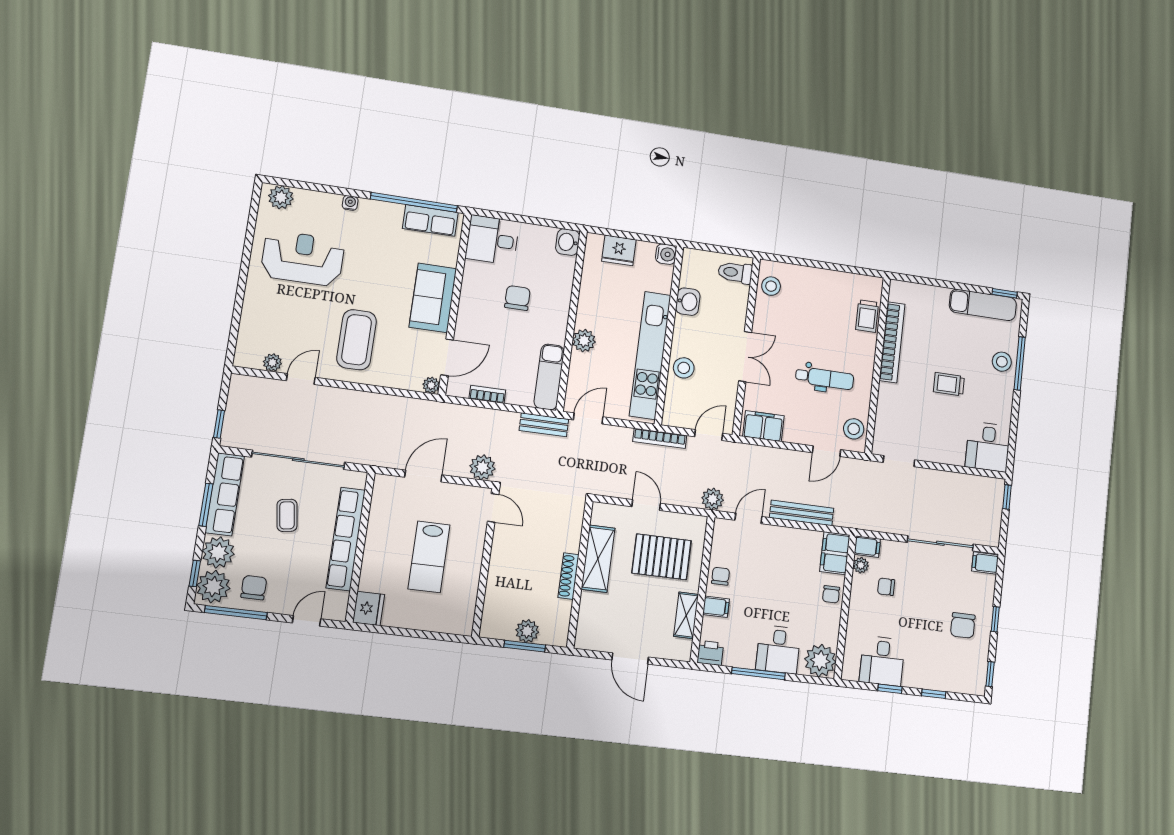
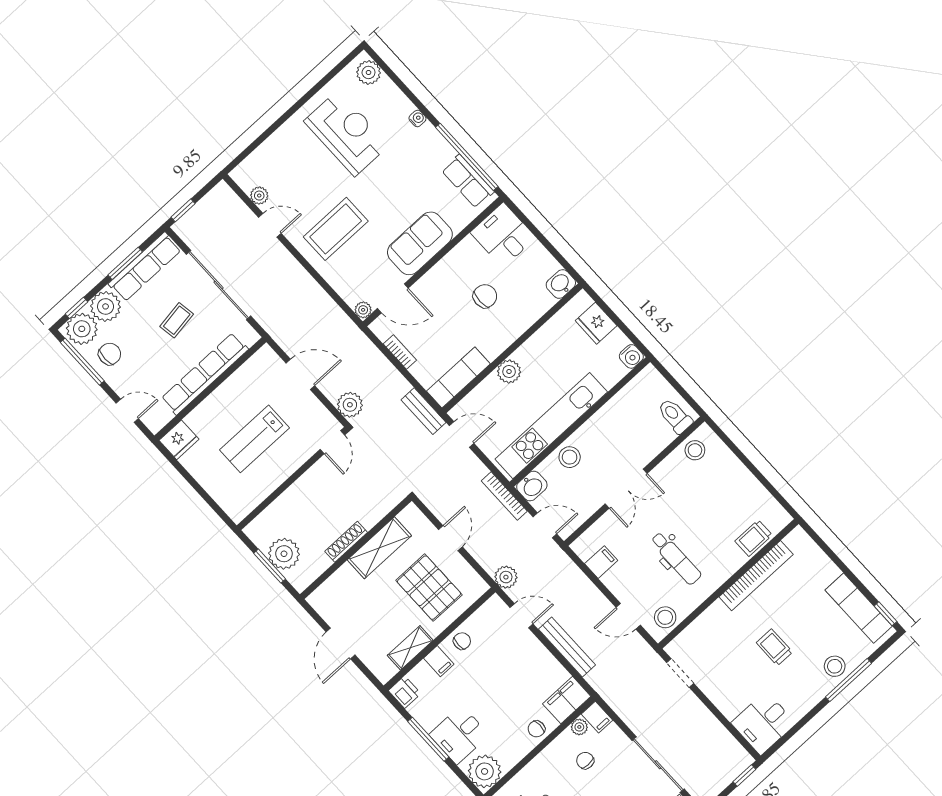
washbasin: (688, 302) -> (532, 486), moved
filing cabinet: (763, 426) -> (601, 562), width x0.50
plant: (527, 631) -> (284, 554), width x1.36, depth x1.36

